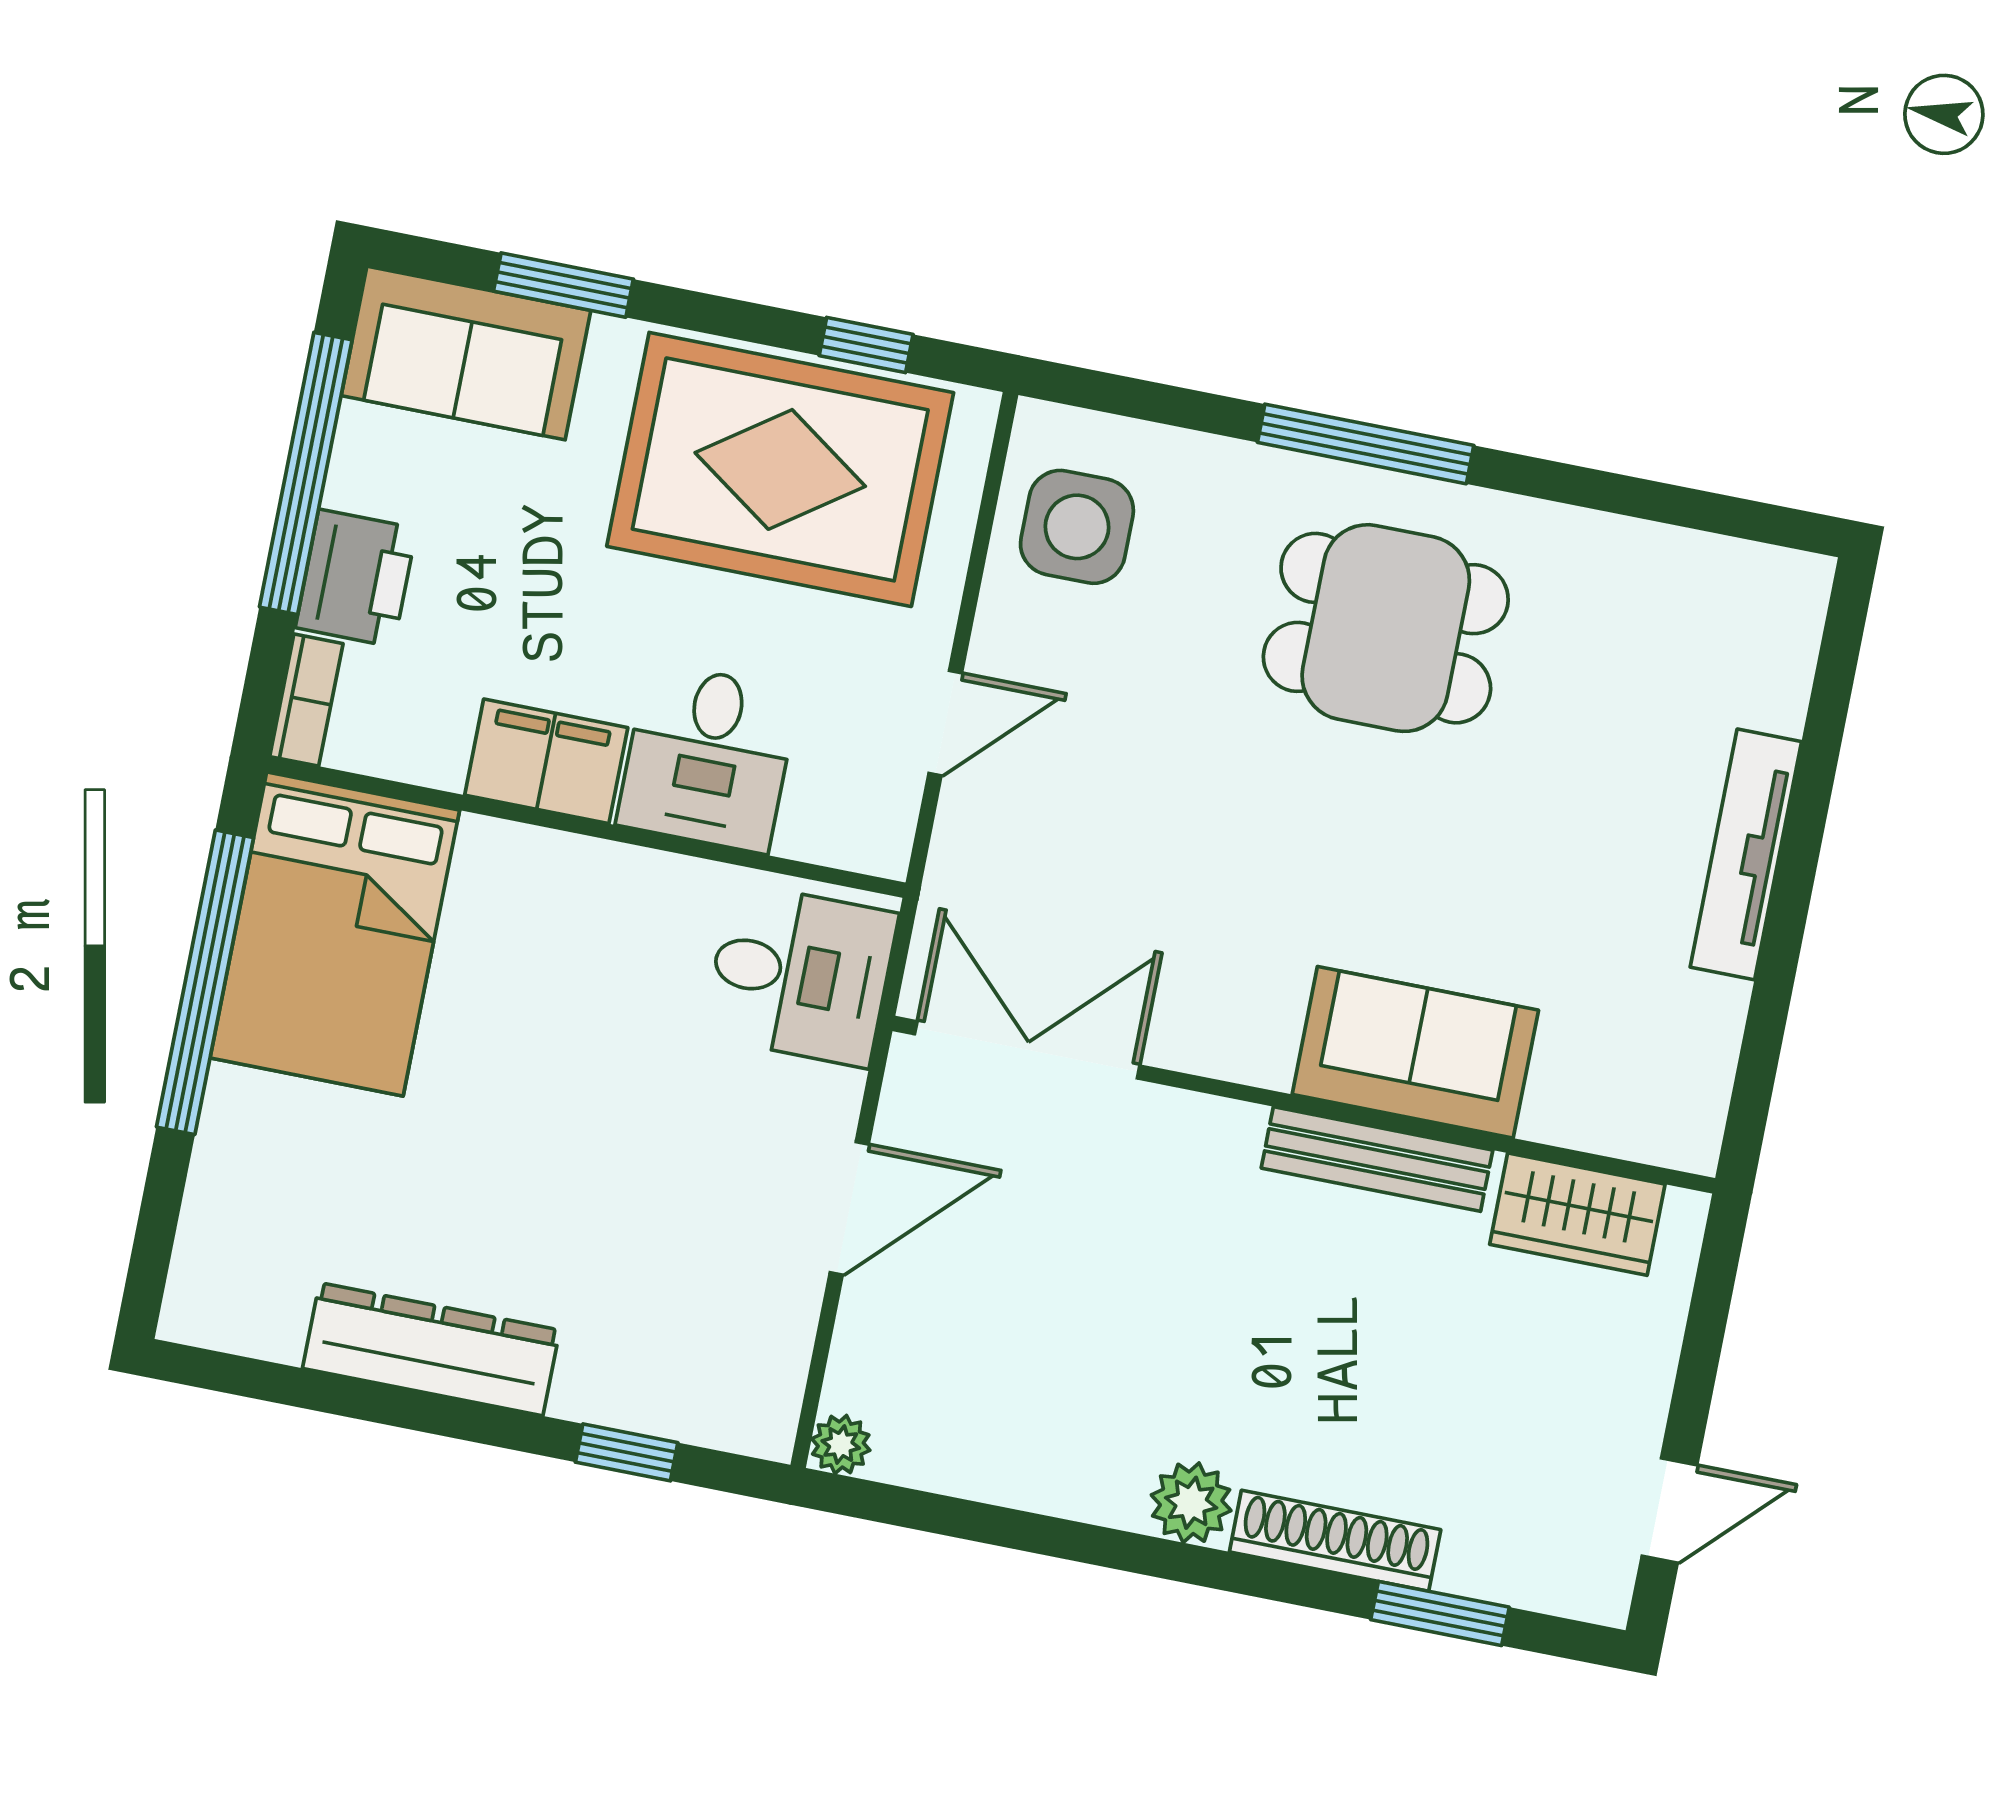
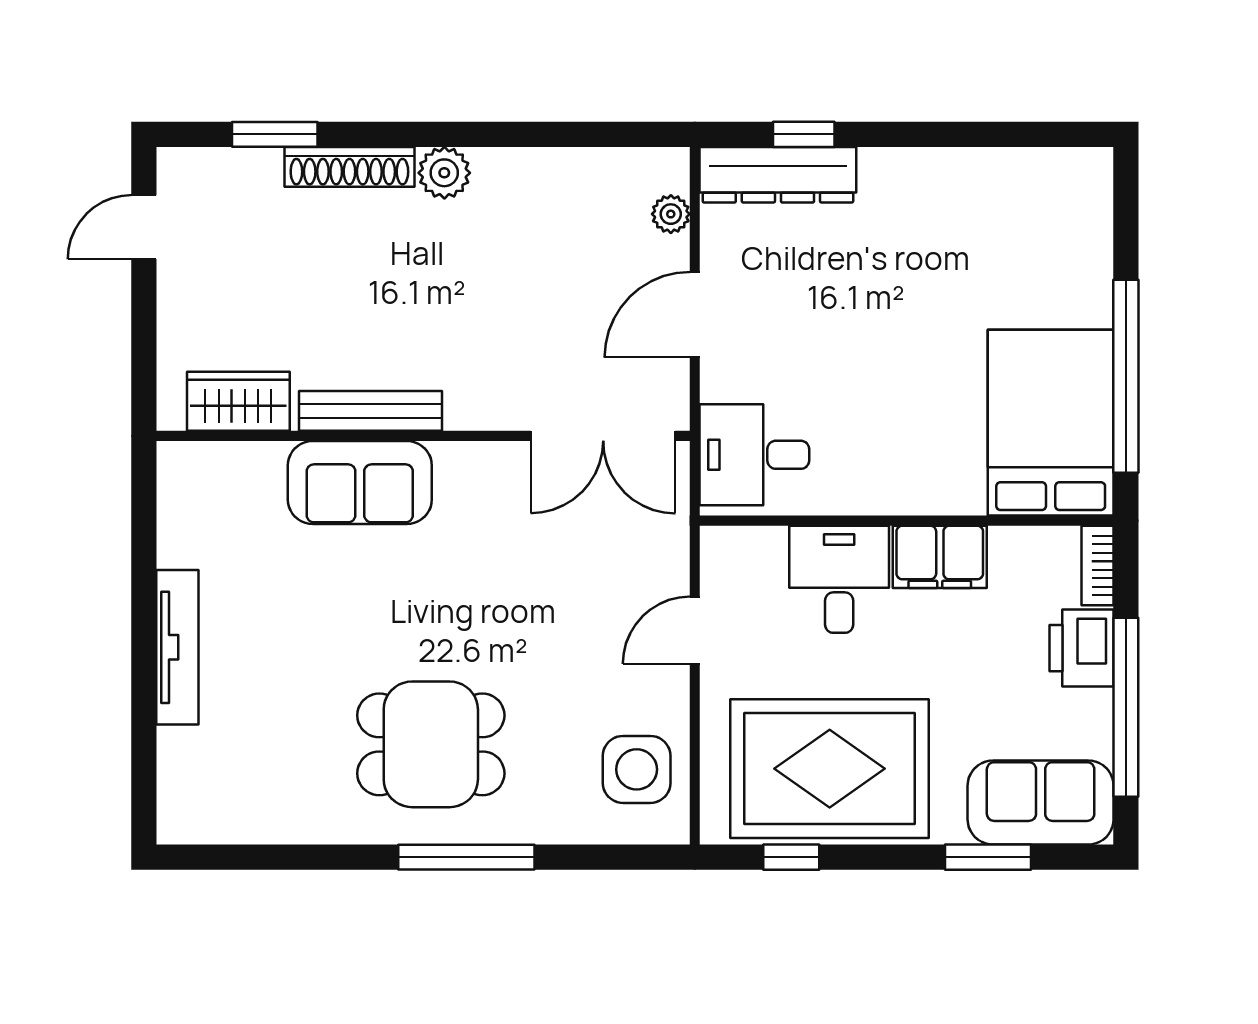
dresser: (431, 1349) -> (778, 175), moved
plant: (841, 1445) -> (671, 214), moved

